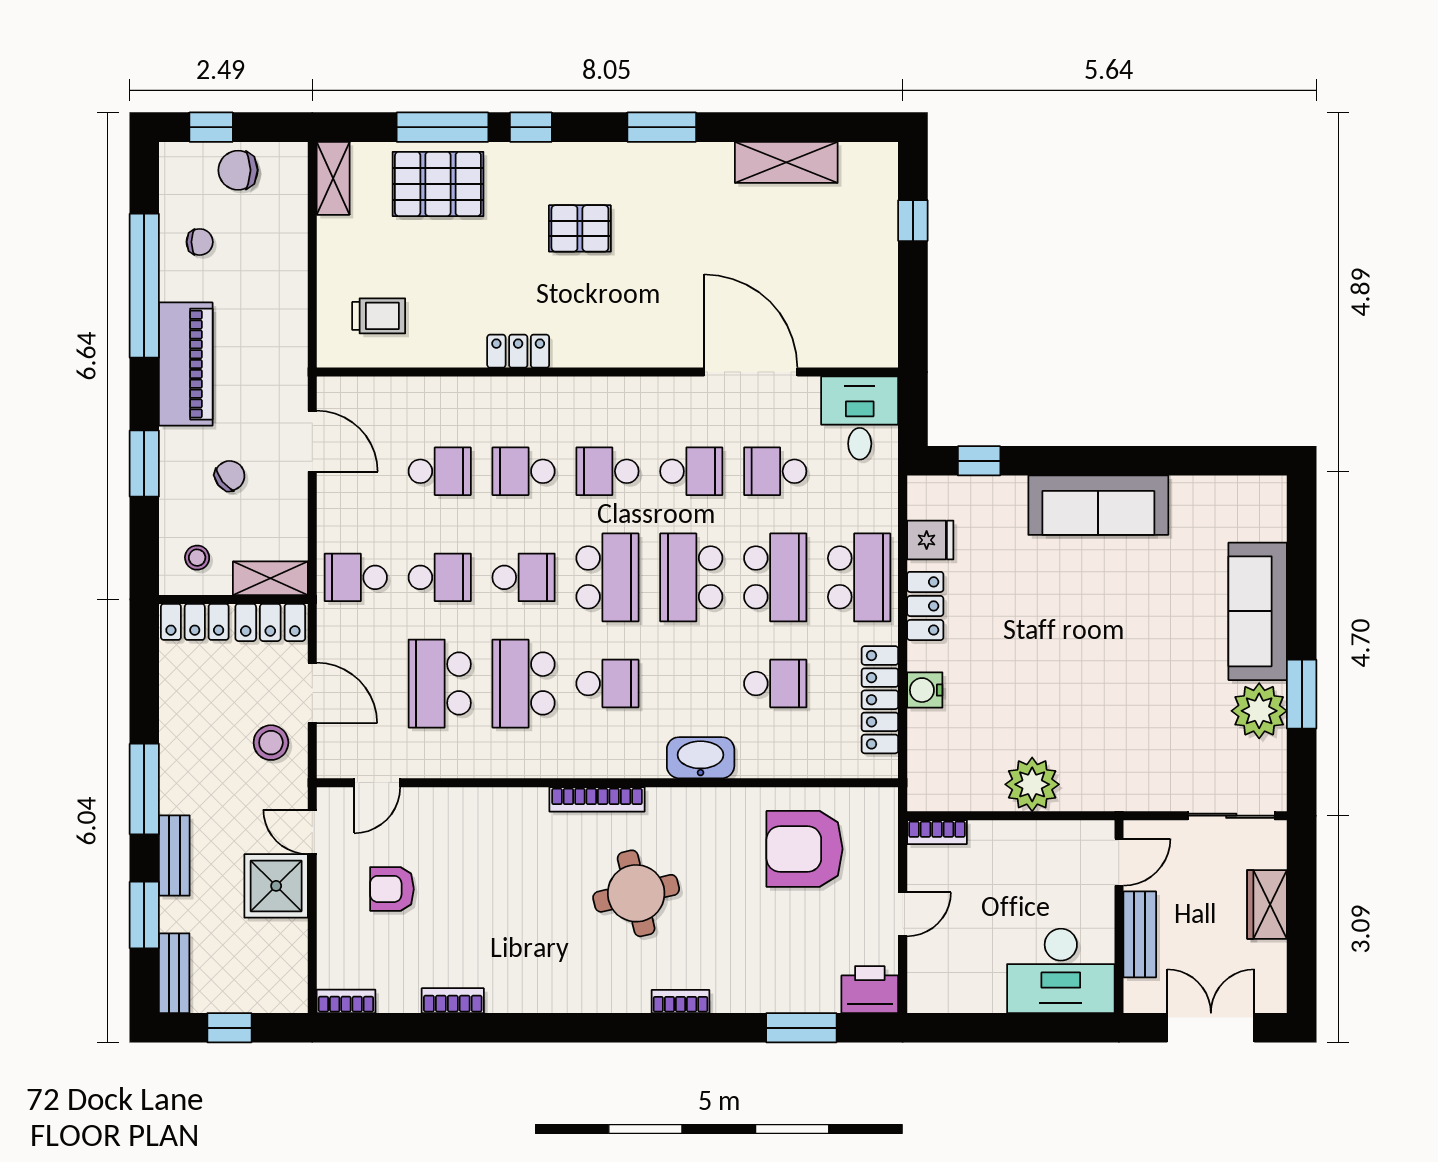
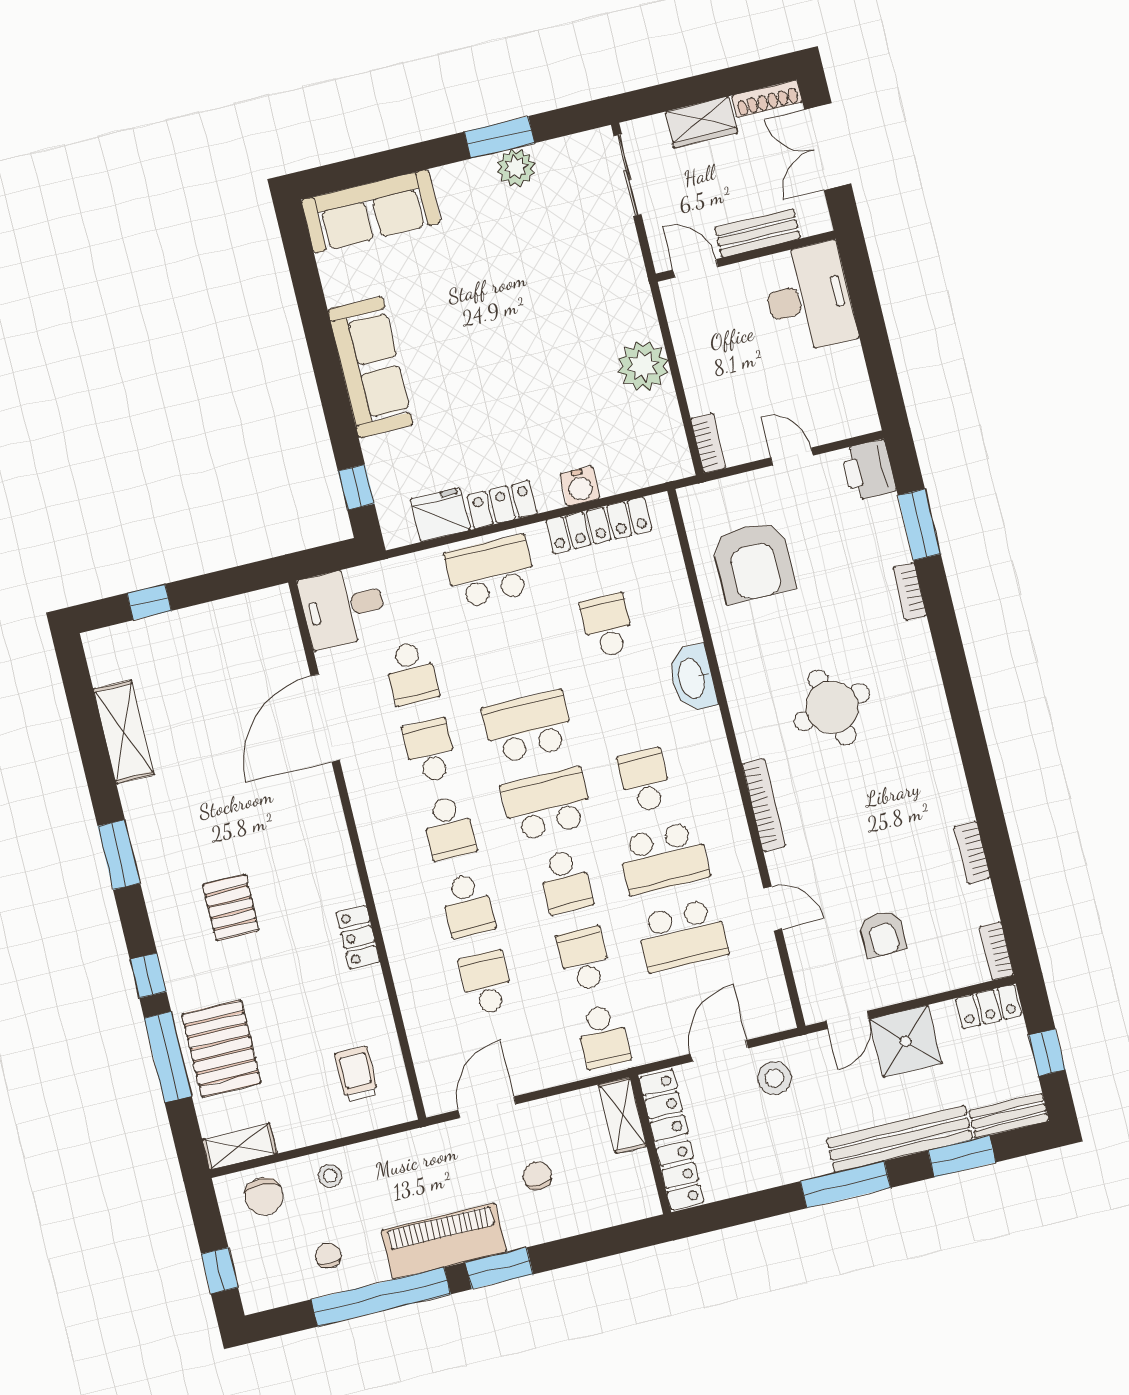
chair: (238, 170) -> (264, 1197), moved
window: (144, 464) -> (499, 1268), moved
chair: (230, 476) -> (537, 1176), turned 38
fridge: (930, 540) -> (440, 515), width x1.38
stool: (197, 558) -> (330, 1176), moved
school desk: (524, 577) -> (566, 882), turned 180
school desk: (691, 577) -> (528, 727), turned 180
school desk: (775, 577) -> (509, 649), removed
sofa: (1258, 611) -> (371, 211), moved
plant: (1259, 711) -> (516, 168), width x0.73, depth x0.73
door: (377, 783) -> (773, 909), moved
bookcase: (597, 799) -> (764, 805), moved
bench: (174, 855) -> (899, 1139), width x1.86, depth x1.21
shoe rack: (1275, 977) -> (767, 99), added
locker: (291, 979) -> (989, 1007), added
bookcase: (681, 1001) -> (910, 591), moved

